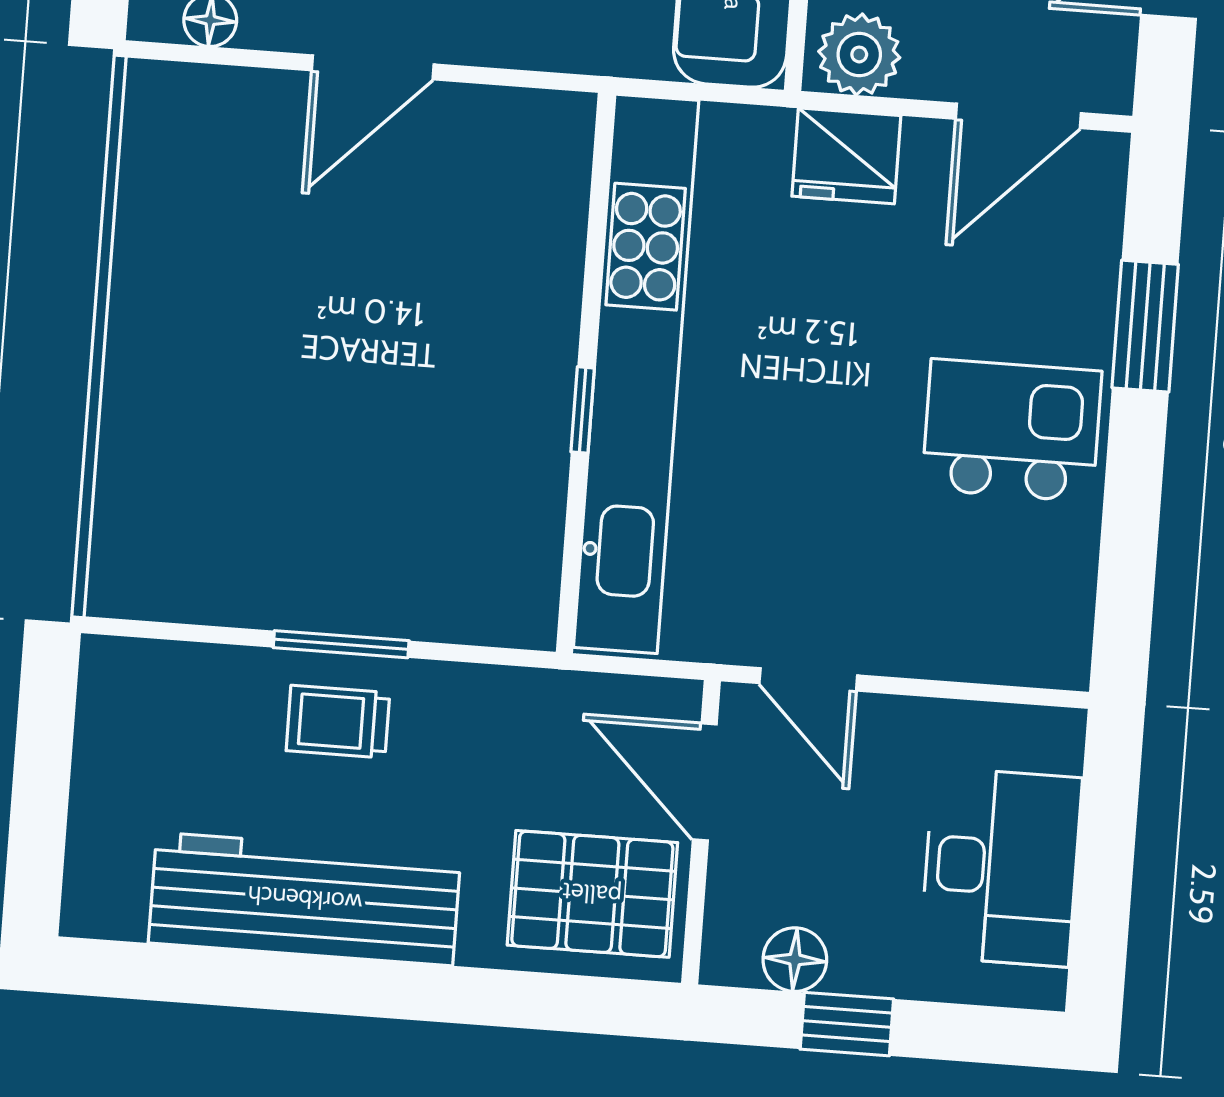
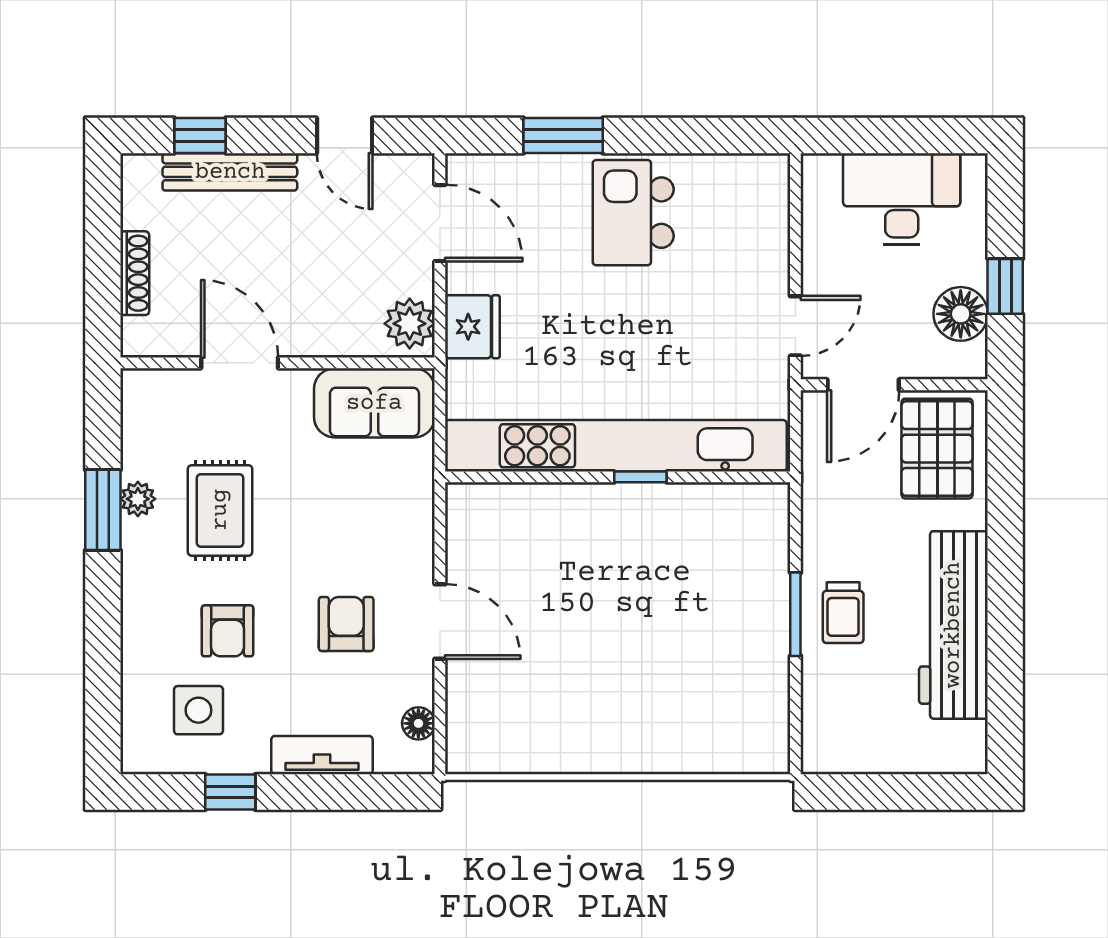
floor lamp: (795, 960) -> (961, 314), width x1.38, depth x1.38

